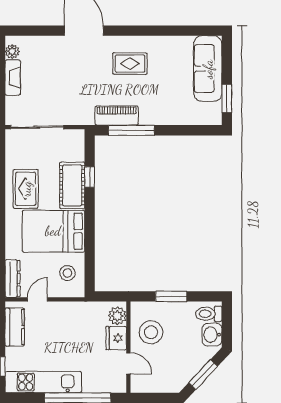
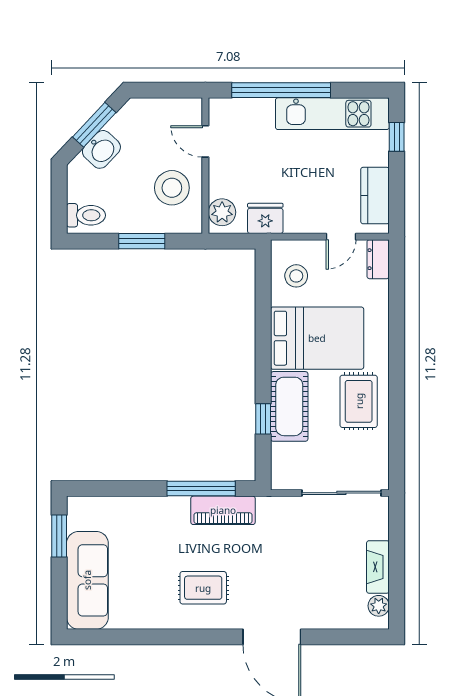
dresser: (12, 279) -> (378, 259), width x0.70
washbasin: (212, 335) -> (101, 149), moved, turned 43
fridge: (116, 338) -> (265, 218), moved, turned -90

